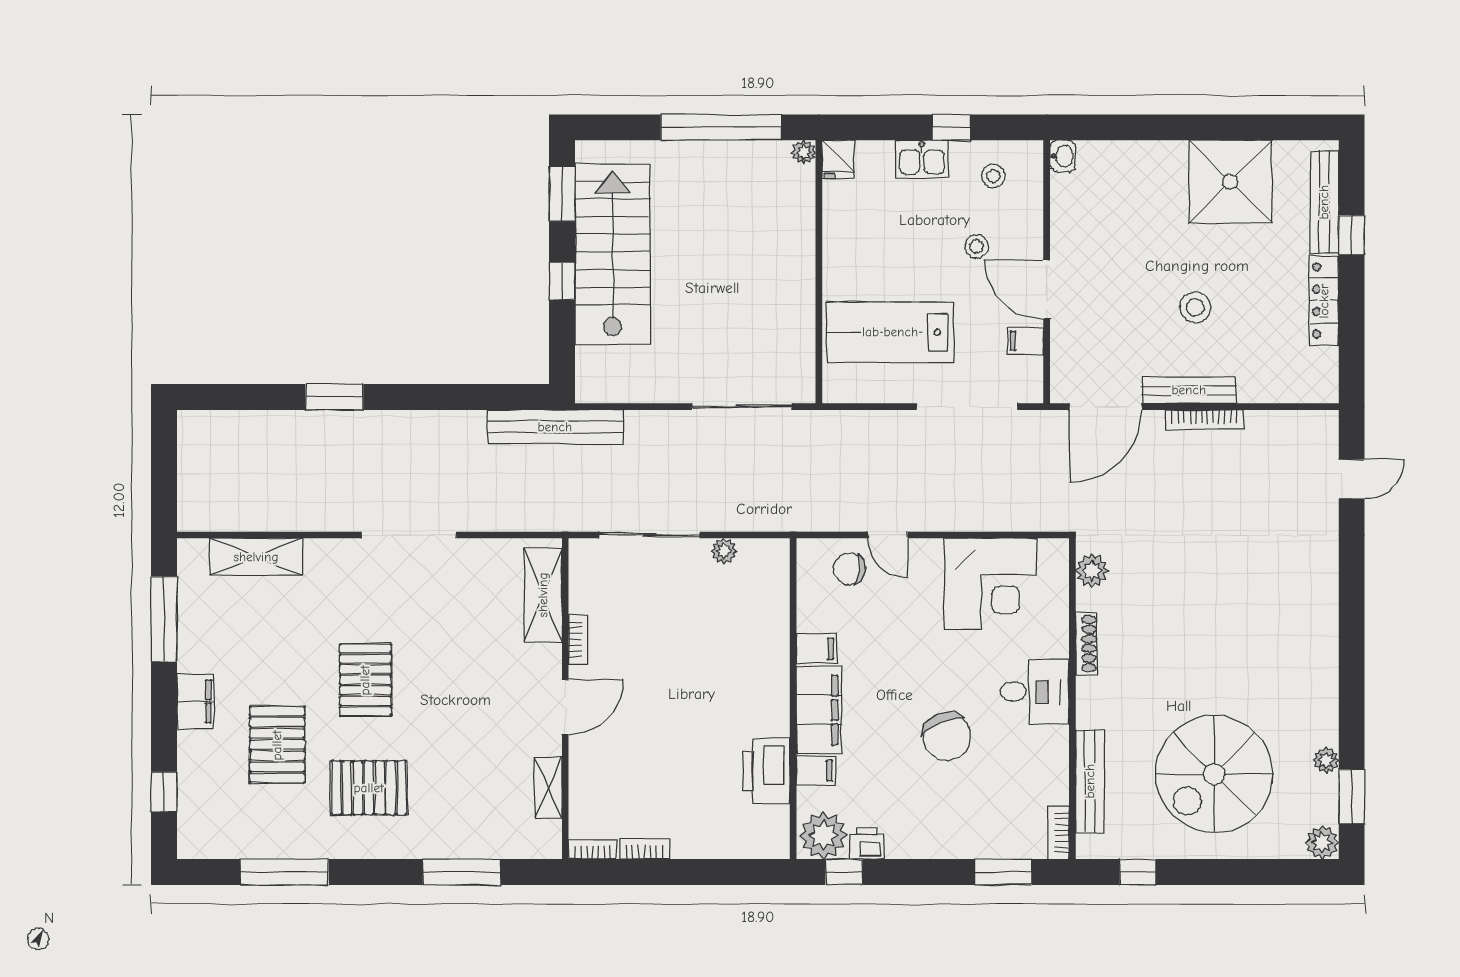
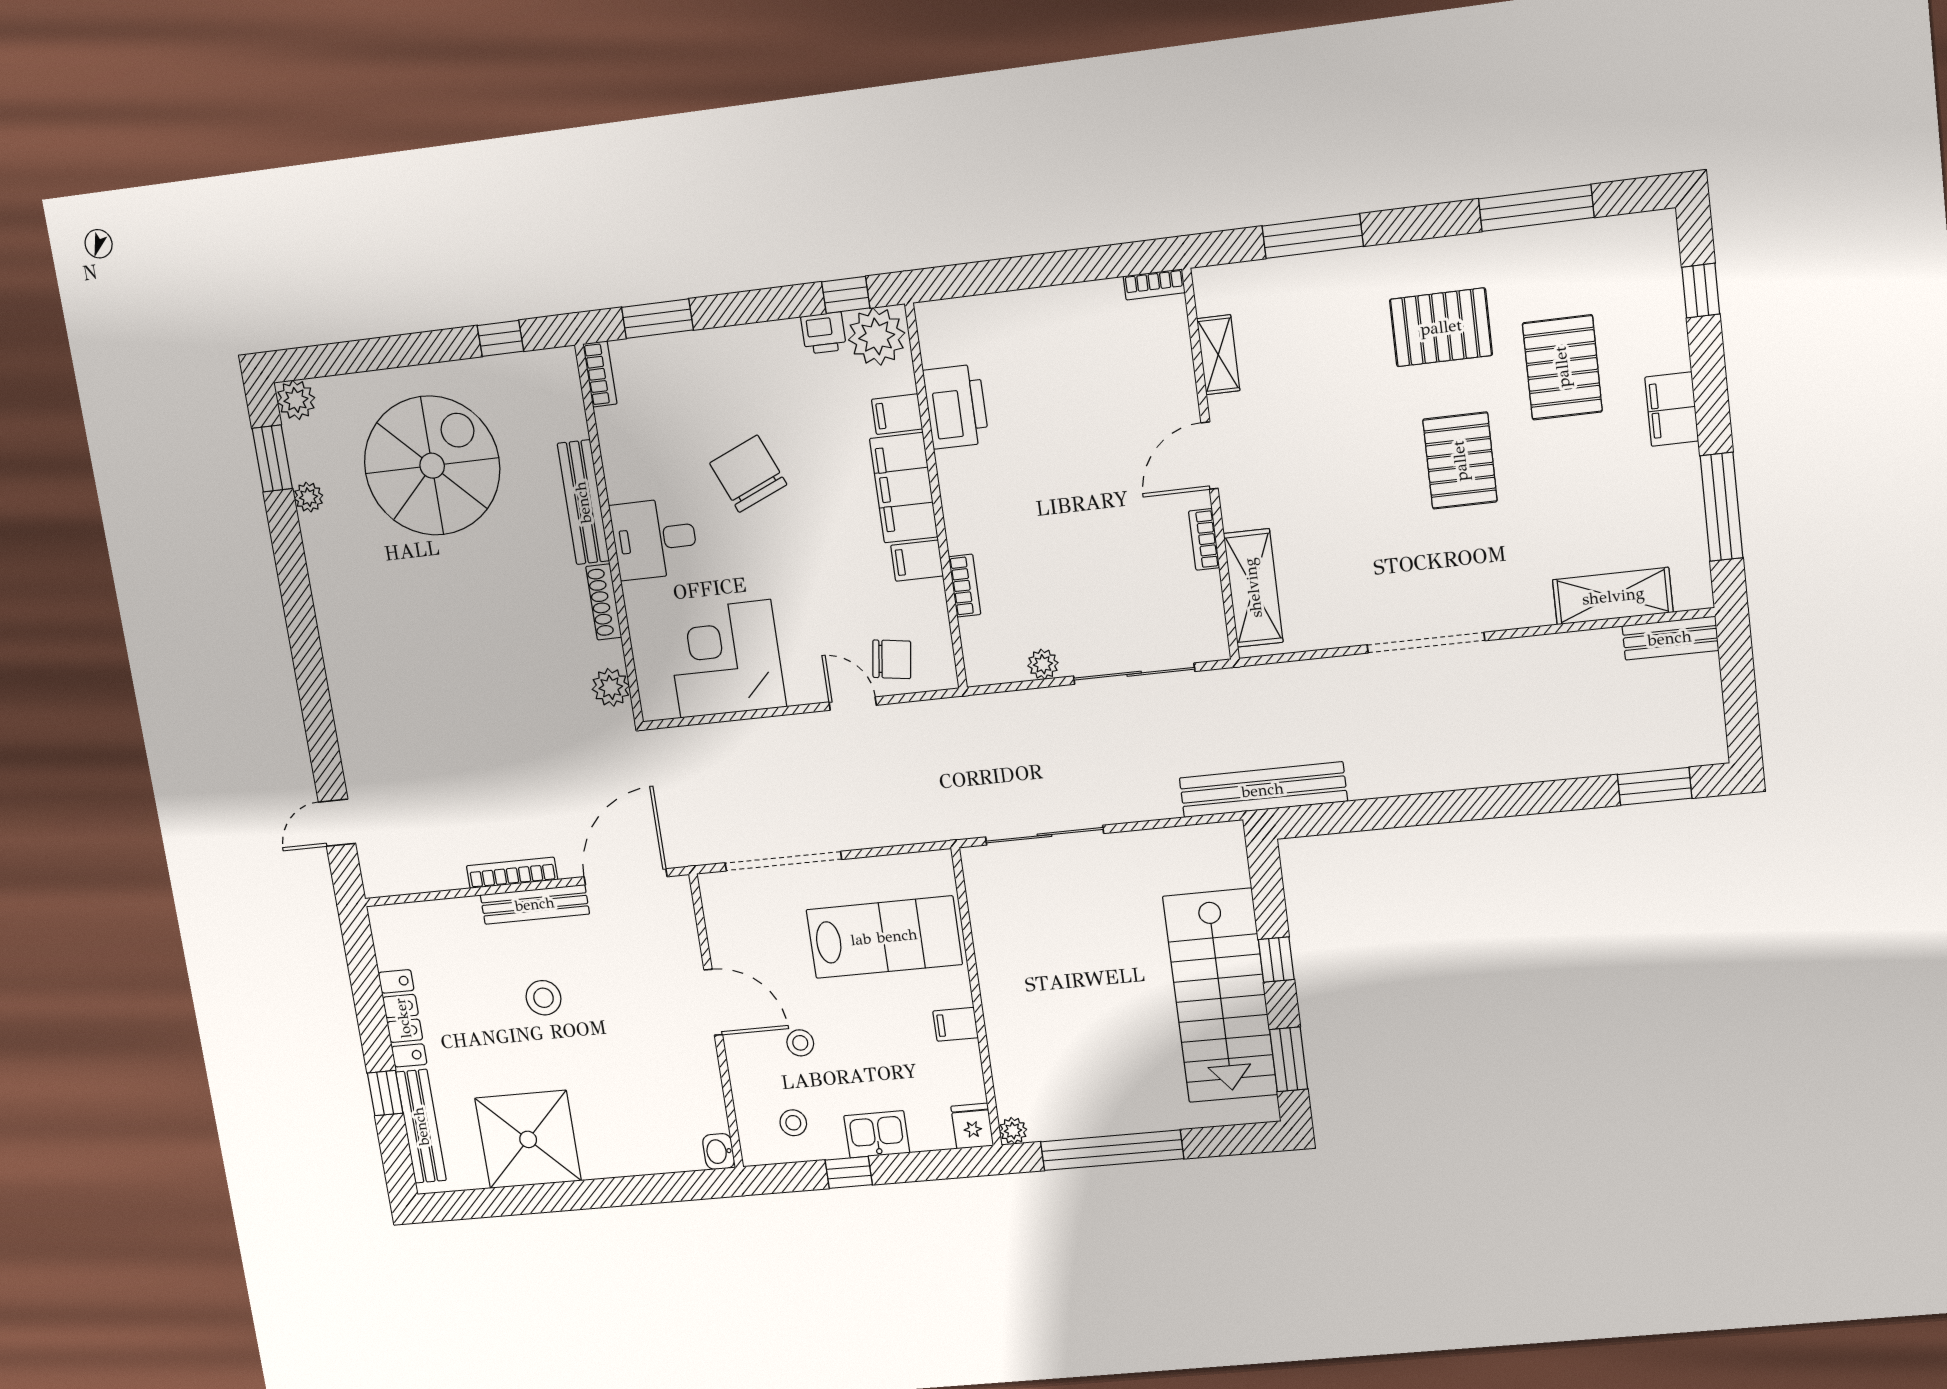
filing cabinet: (1026, 341) -> (956, 1024), moved, turned 180
window: (334, 397) -> (1655, 786), moved
bench: (214, 518) -> (1670, 638), added
bench: (1090, 781) -> (583, 502), moved
bookcase: (645, 849) -> (965, 586), moved, turned -90

